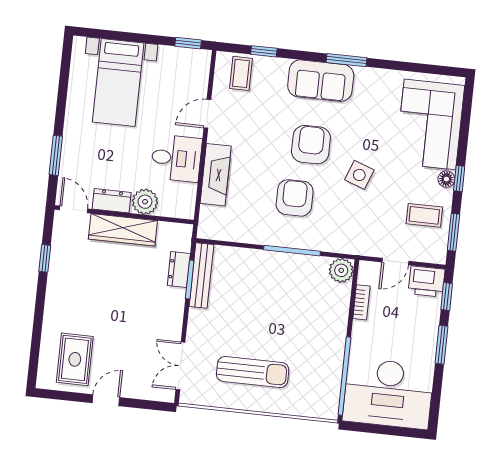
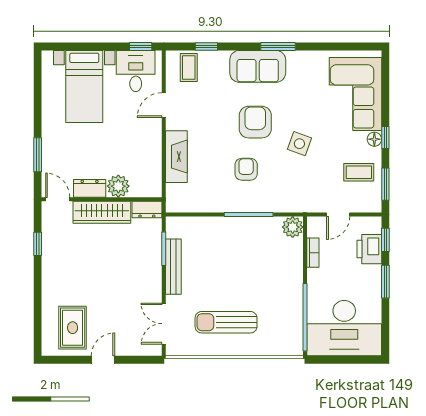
desk: (176, 158) -> (136, 71), moved, turned -90
armchair: (295, 198) -> (246, 169), width x0.72, depth x0.72
dresser: (179, 270) -> (147, 210), moved, turned -90
bench: (201, 276) -> (173, 267), moved
printer: (427, 281) -> (369, 249), moved, turned 90
sun lounger: (253, 372) -> (226, 322), turned 180

